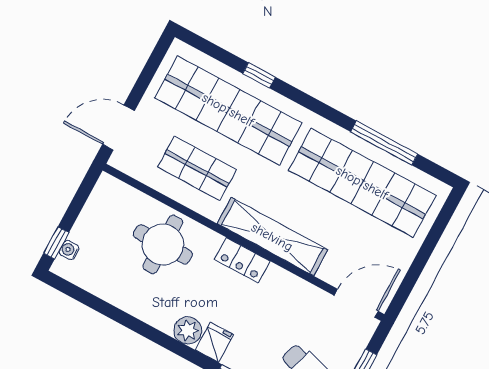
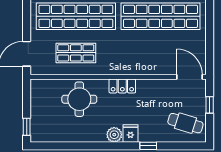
shelving: (272, 237) -> (131, 66), removed
water cooler: (69, 250) -> (35, 127), removed
door: (356, 303) -> (189, 77), hinge flipped

